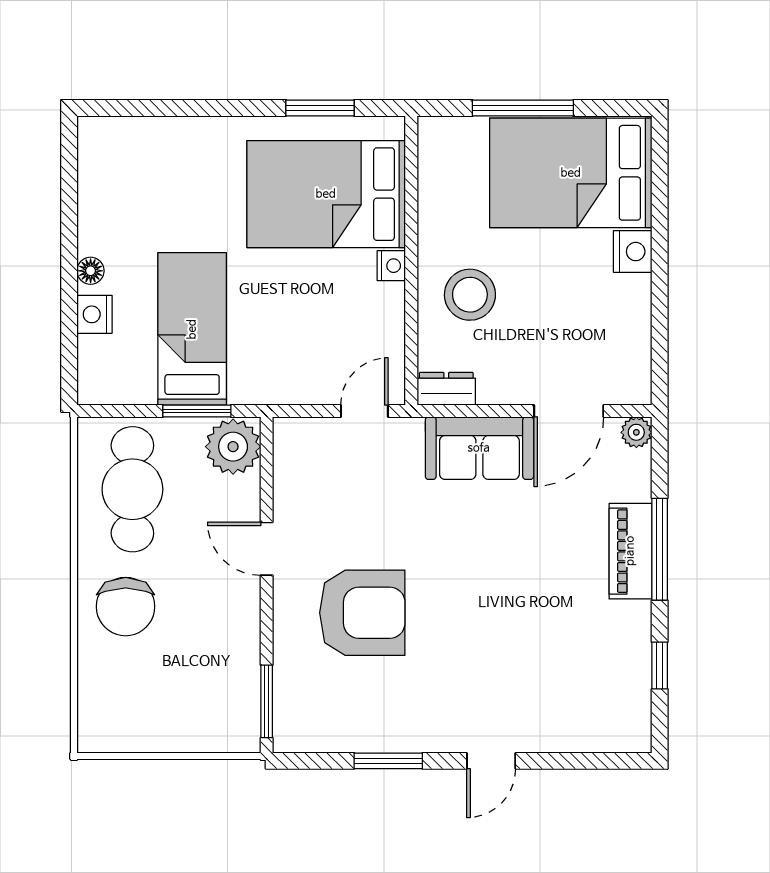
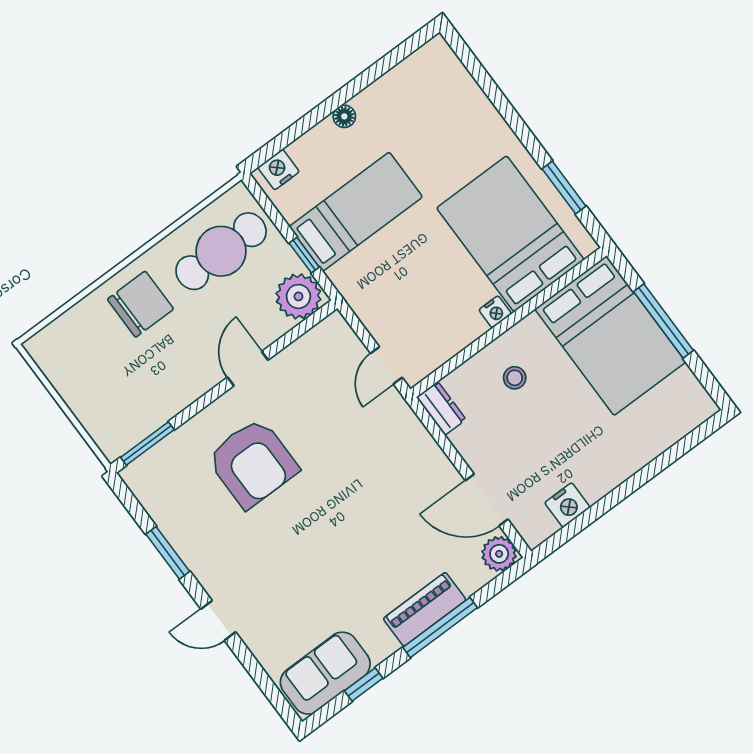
bed: (571, 173) -> (610, 336), moved, turned 180
nightstand: (633, 252) -> (567, 505), moved
stool: (470, 295) -> (515, 378), width x0.53, depth x0.53
nightstand: (95, 314) -> (278, 169), moved
window: (197, 411) -> (304, 255), width x0.67
door: (364, 411) -> (386, 365), swing flipped
plant: (636, 432) -> (499, 554), width x1.38, depth x1.38
sofa: (479, 448) -> (325, 673), moved, turned 90
chair: (126, 607) -> (140, 304), turned 180

